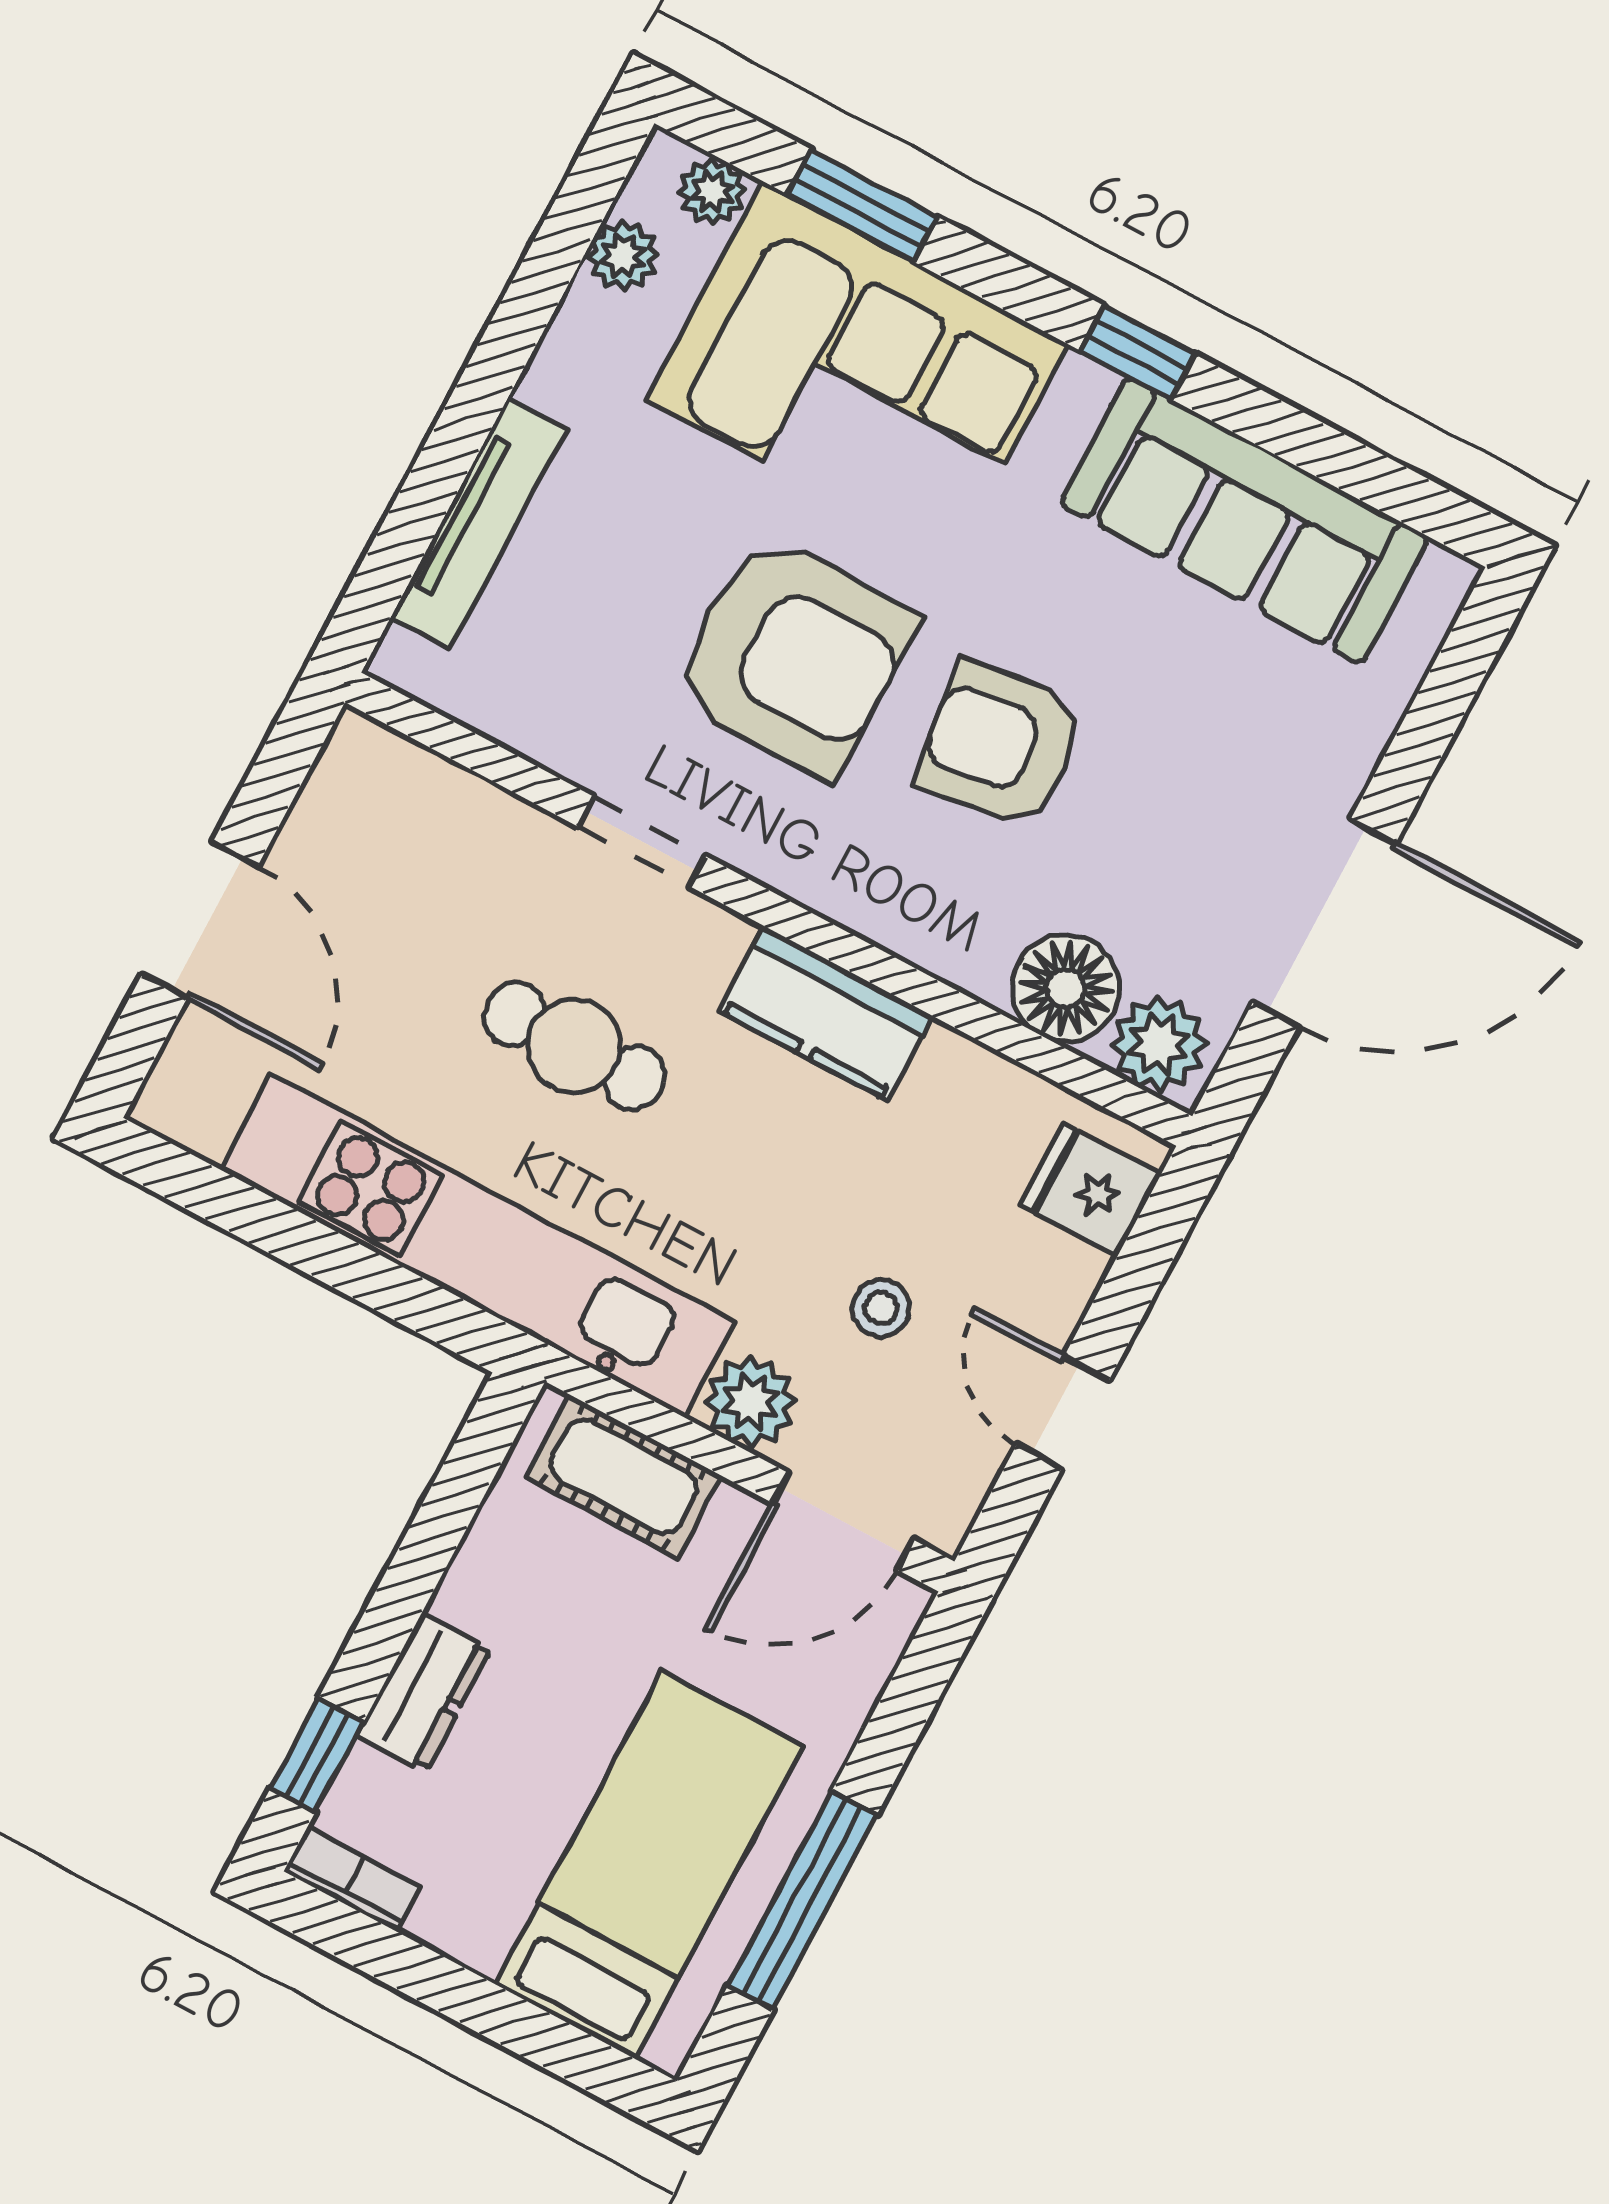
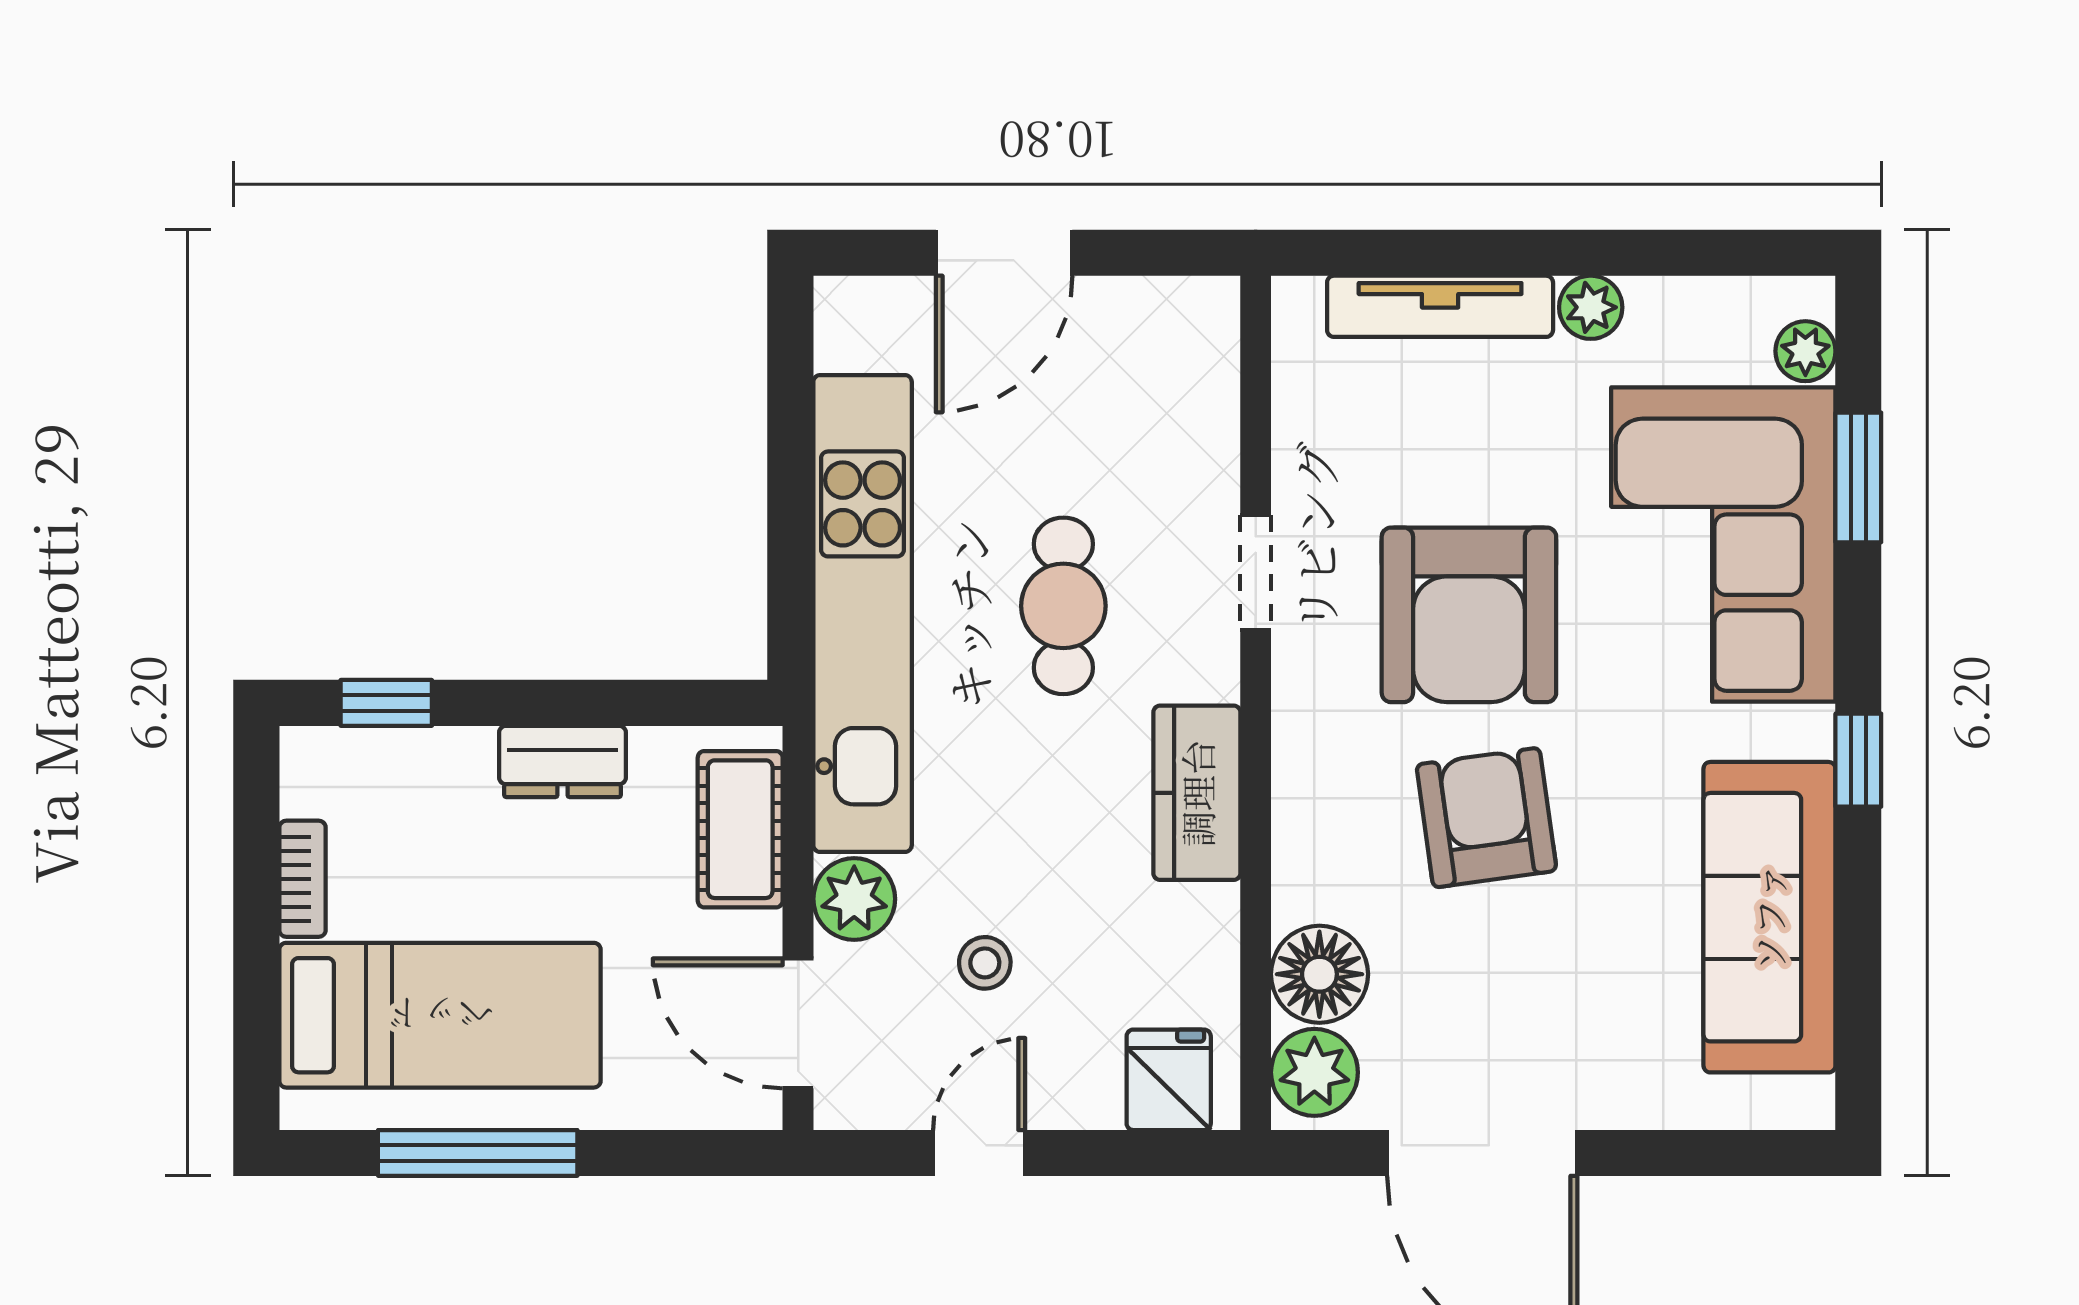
plant: (623, 256) -> (1591, 307), moved
dresser: (424, 1692) -> (562, 761), moved
bookcase: (352, 1879) -> (302, 879), moved

